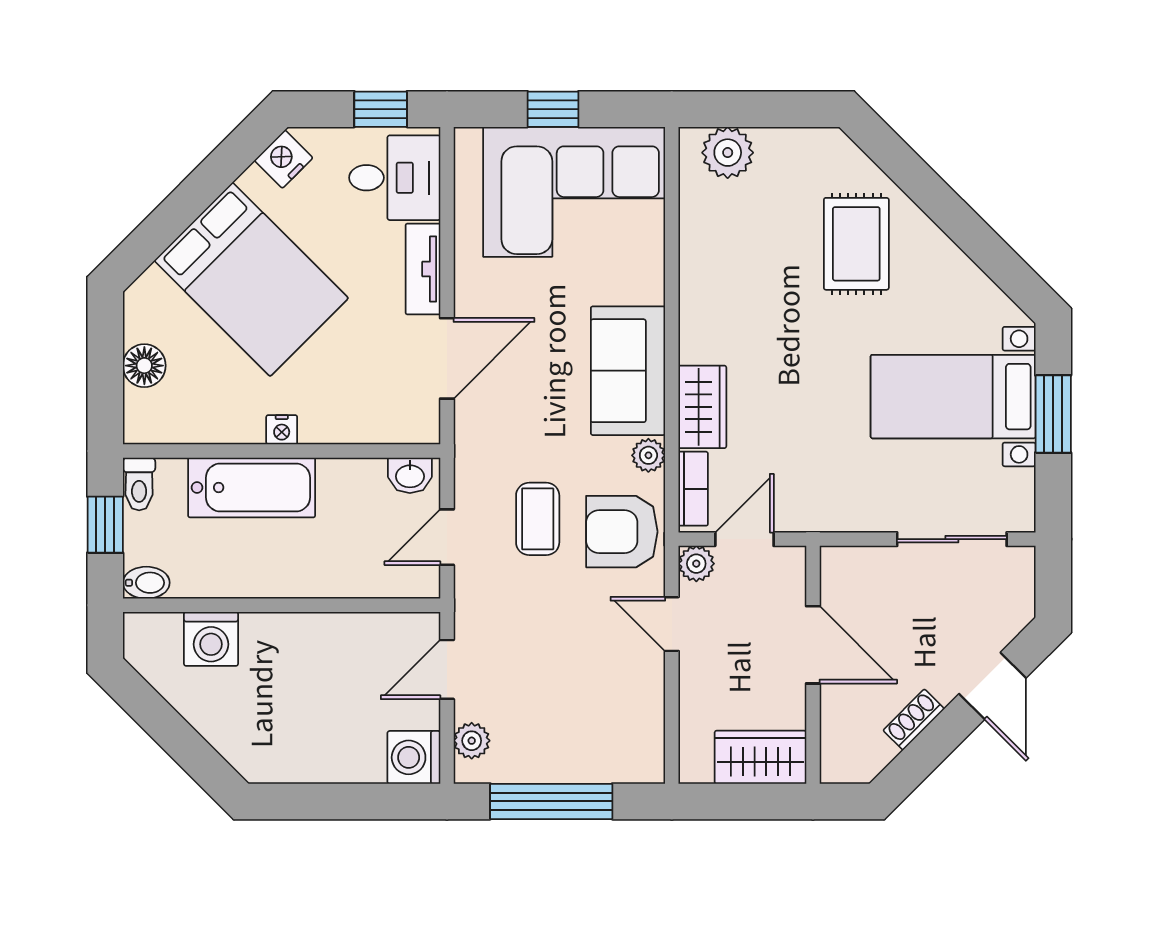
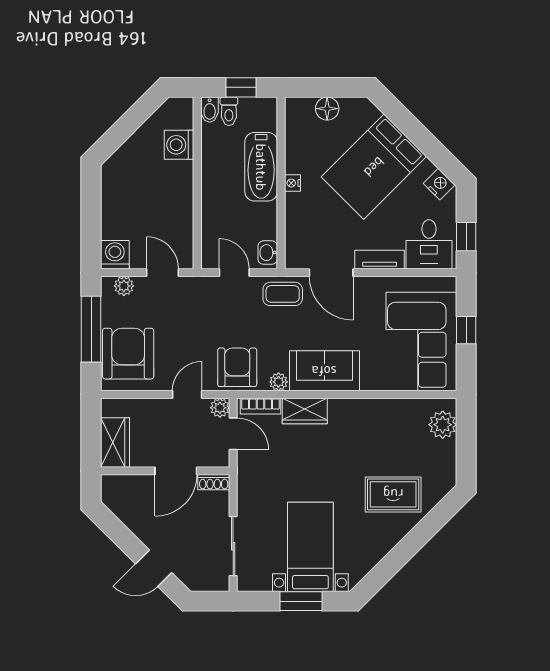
toilet: (139, 484) -> (229, 111), moved, turned -90
coffee table: (538, 519) -> (283, 294), moved
shoe rack: (914, 720) -> (214, 482), moved, turned 135
armchair: (597, 733) -> (128, 354), added

